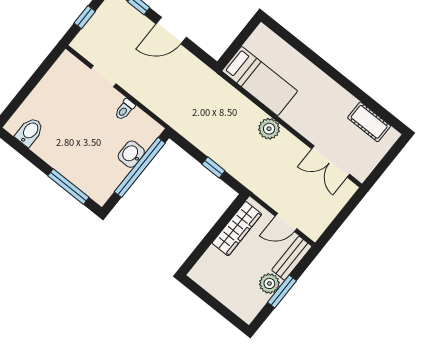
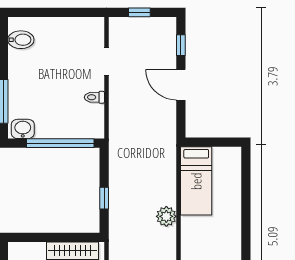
washbasin: (131, 154) -> (23, 129), moved

